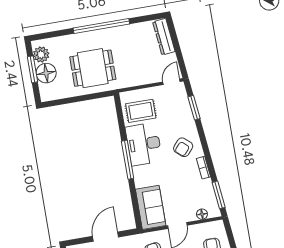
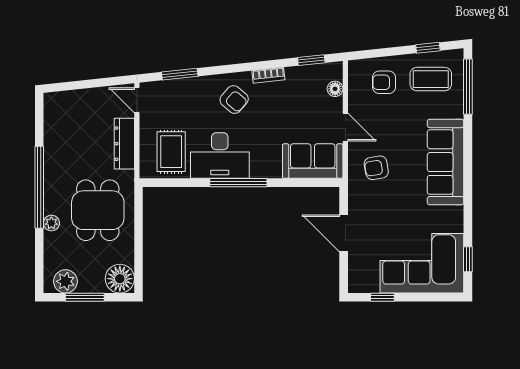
dresser: (164, 37) -> (124, 144), moved, turned 96
plant: (79, 38) -> (51, 223), added
floor lamp: (46, 73) -> (120, 279), moved
window: (219, 195) -> (311, 60), width x0.67

